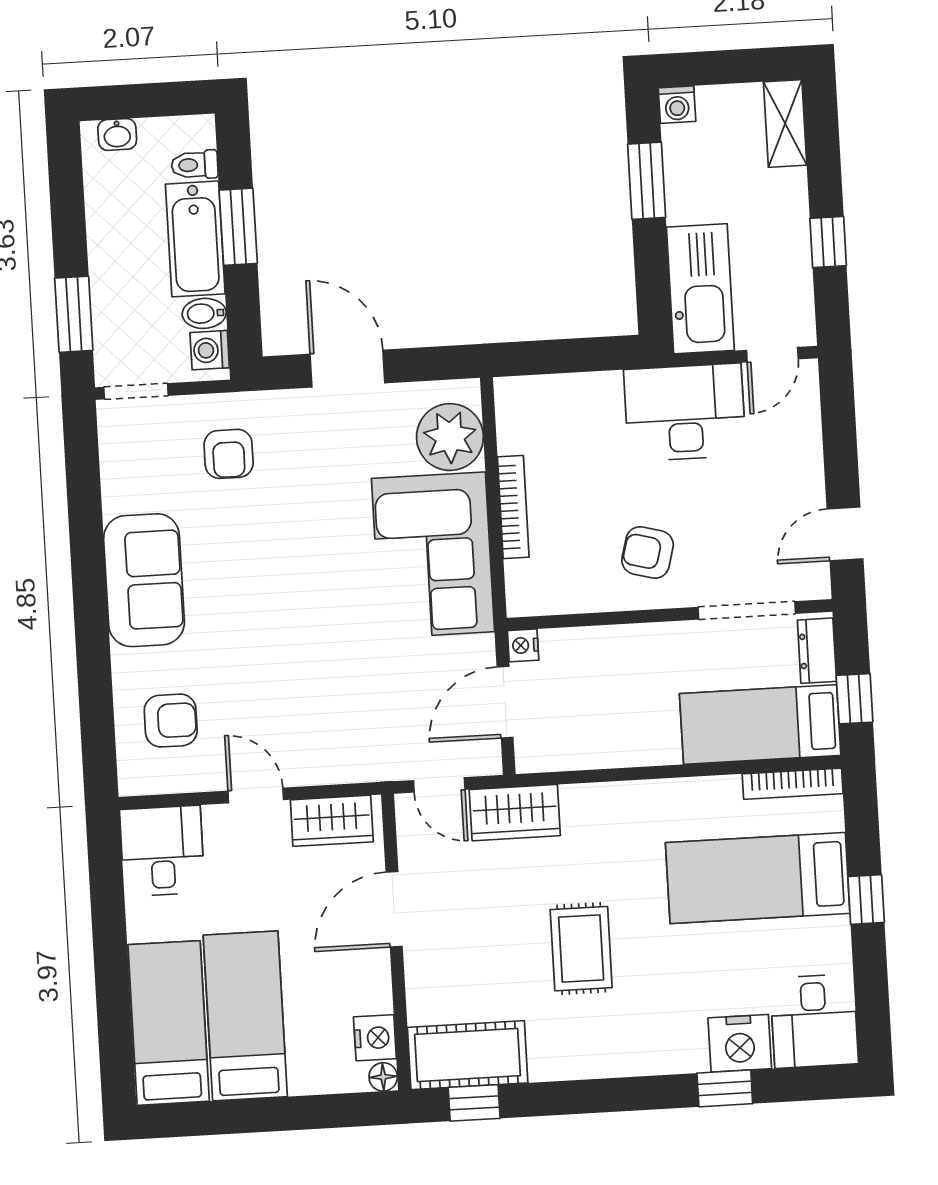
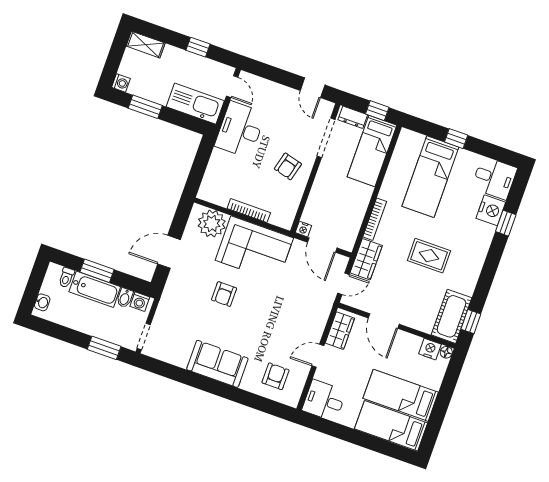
armchair: (229, 454) -> (224, 294), moved, turned 90
bookcase: (793, 784) -> (375, 219), moved

